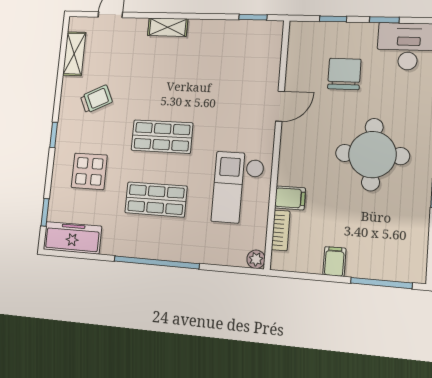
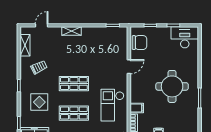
chair: (344, 74) -> (140, 43), moved, turned 90

